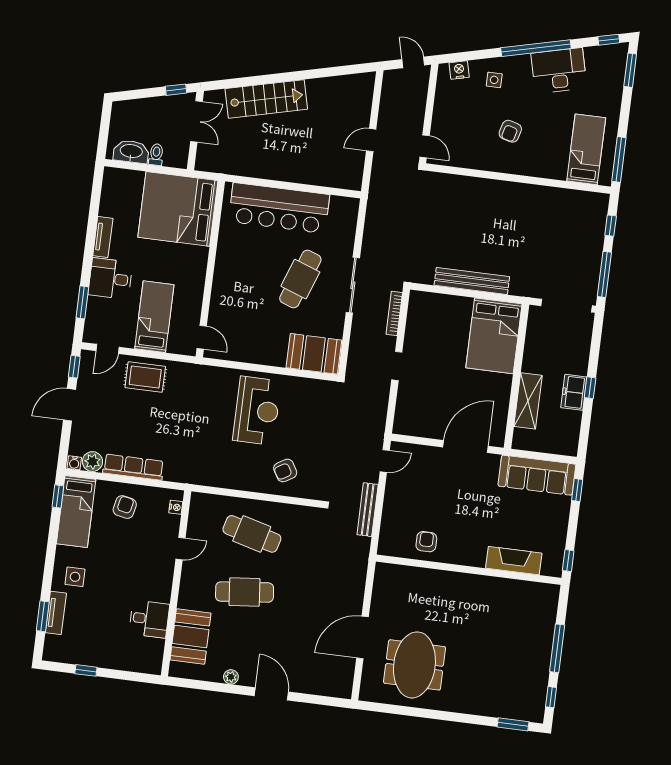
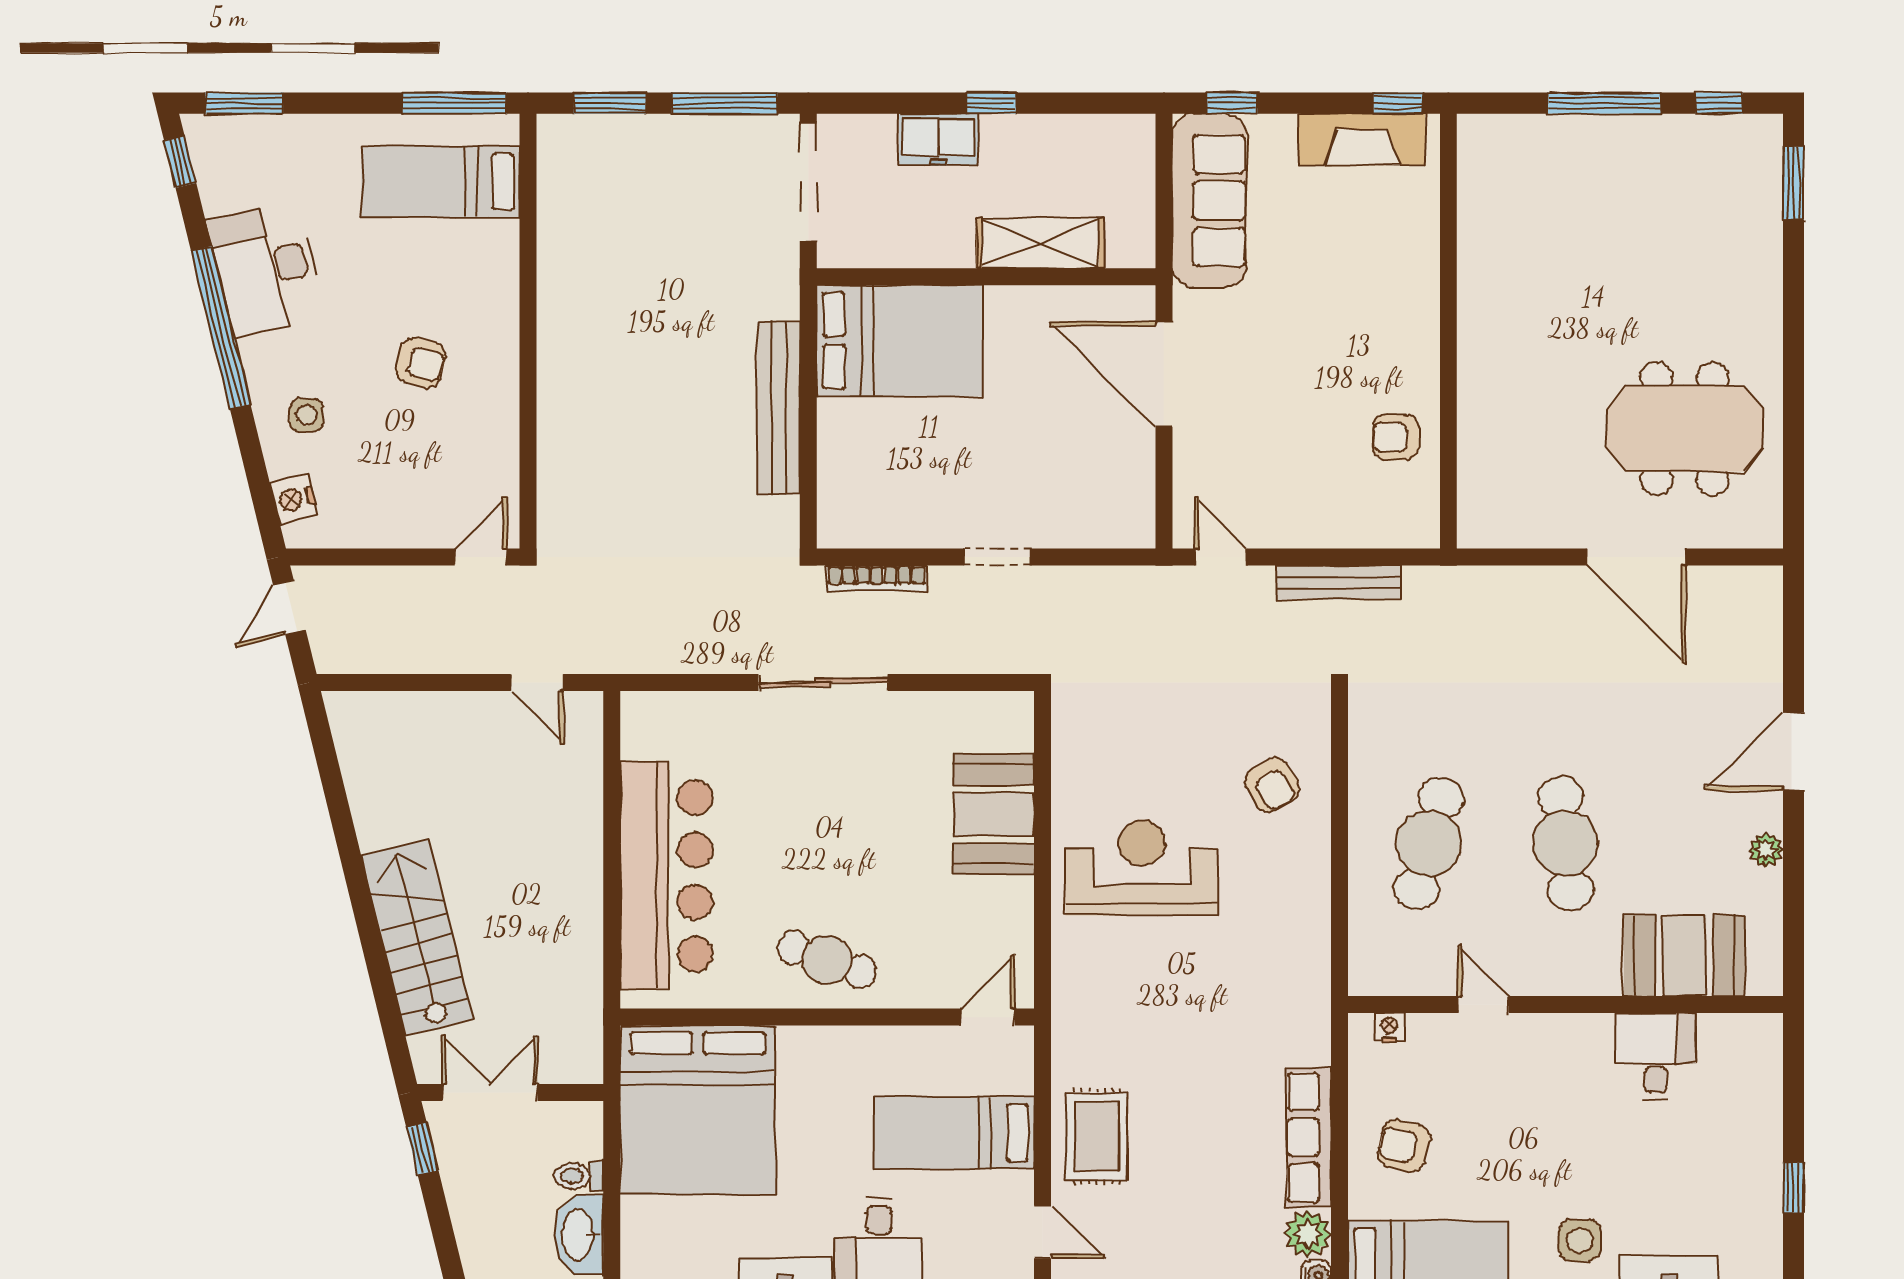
door: (371, 140) -> (537, 682), moved
window: (611, 226) -> (610, 103), width x1.50
cafe table: (300, 279) -> (827, 960), moved, width x0.73, depth x0.74
booth: (314, 354) -> (994, 814), moved
freezer: (574, 392) -> (939, 139), moved
fireplace: (514, 561) -> (1362, 139), moved, turned -90

